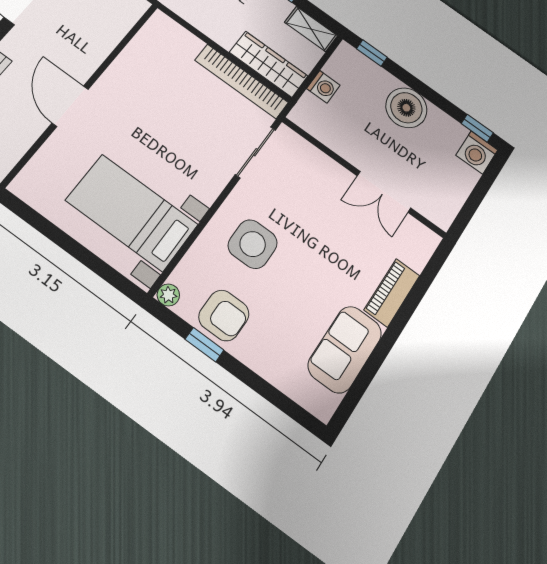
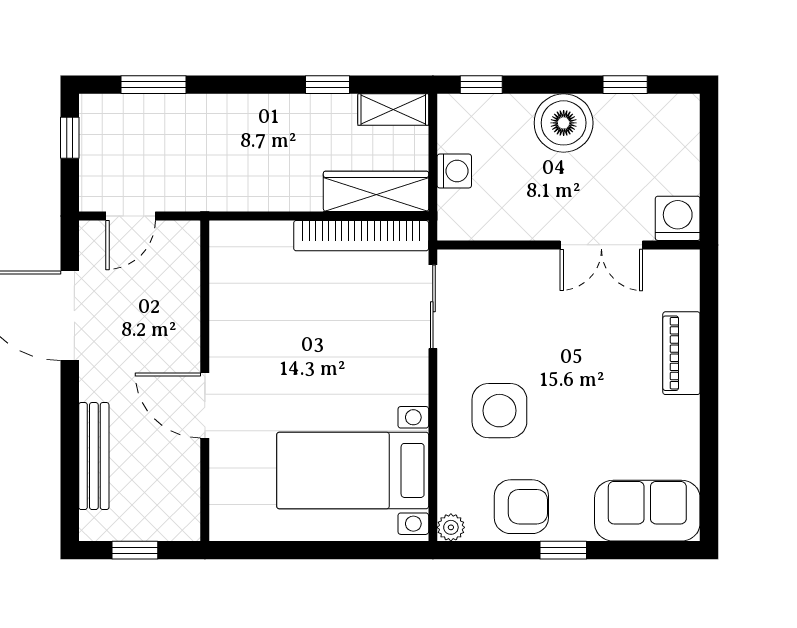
window: (477, 128) -> (625, 85), moved
washing machine: (477, 153) -> (678, 218), moved, turned 180
window: (205, 345) -> (563, 550), moved
sofa: (345, 349) -> (647, 511), moved, turned 90

